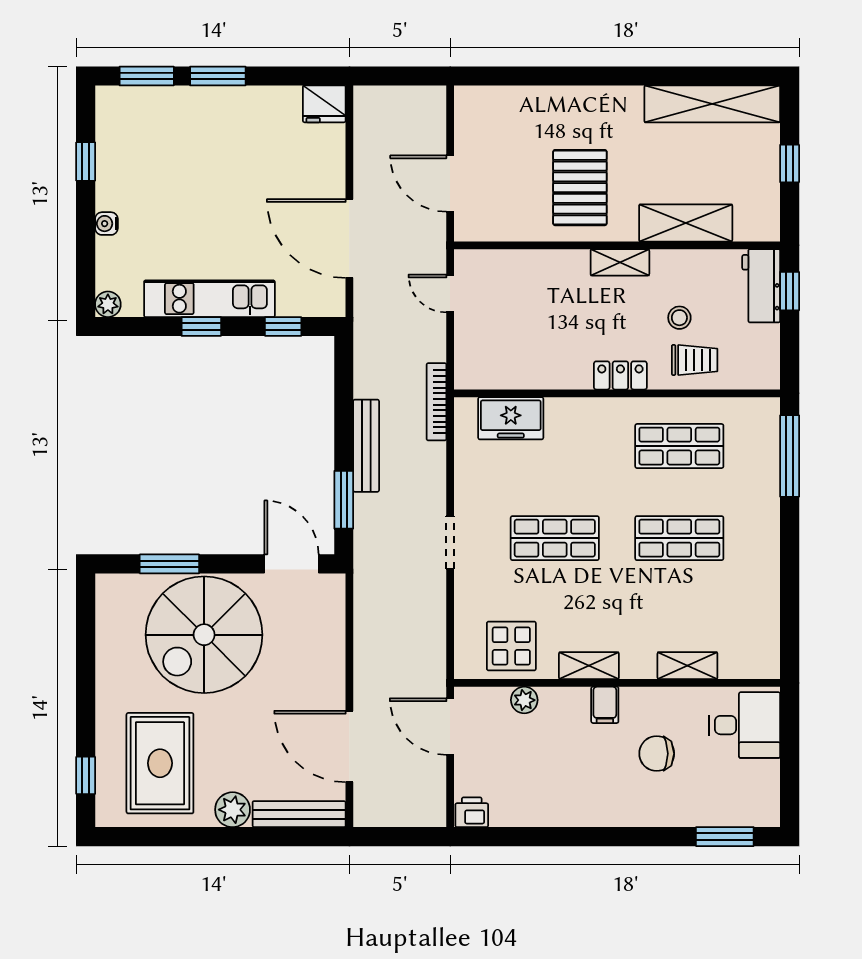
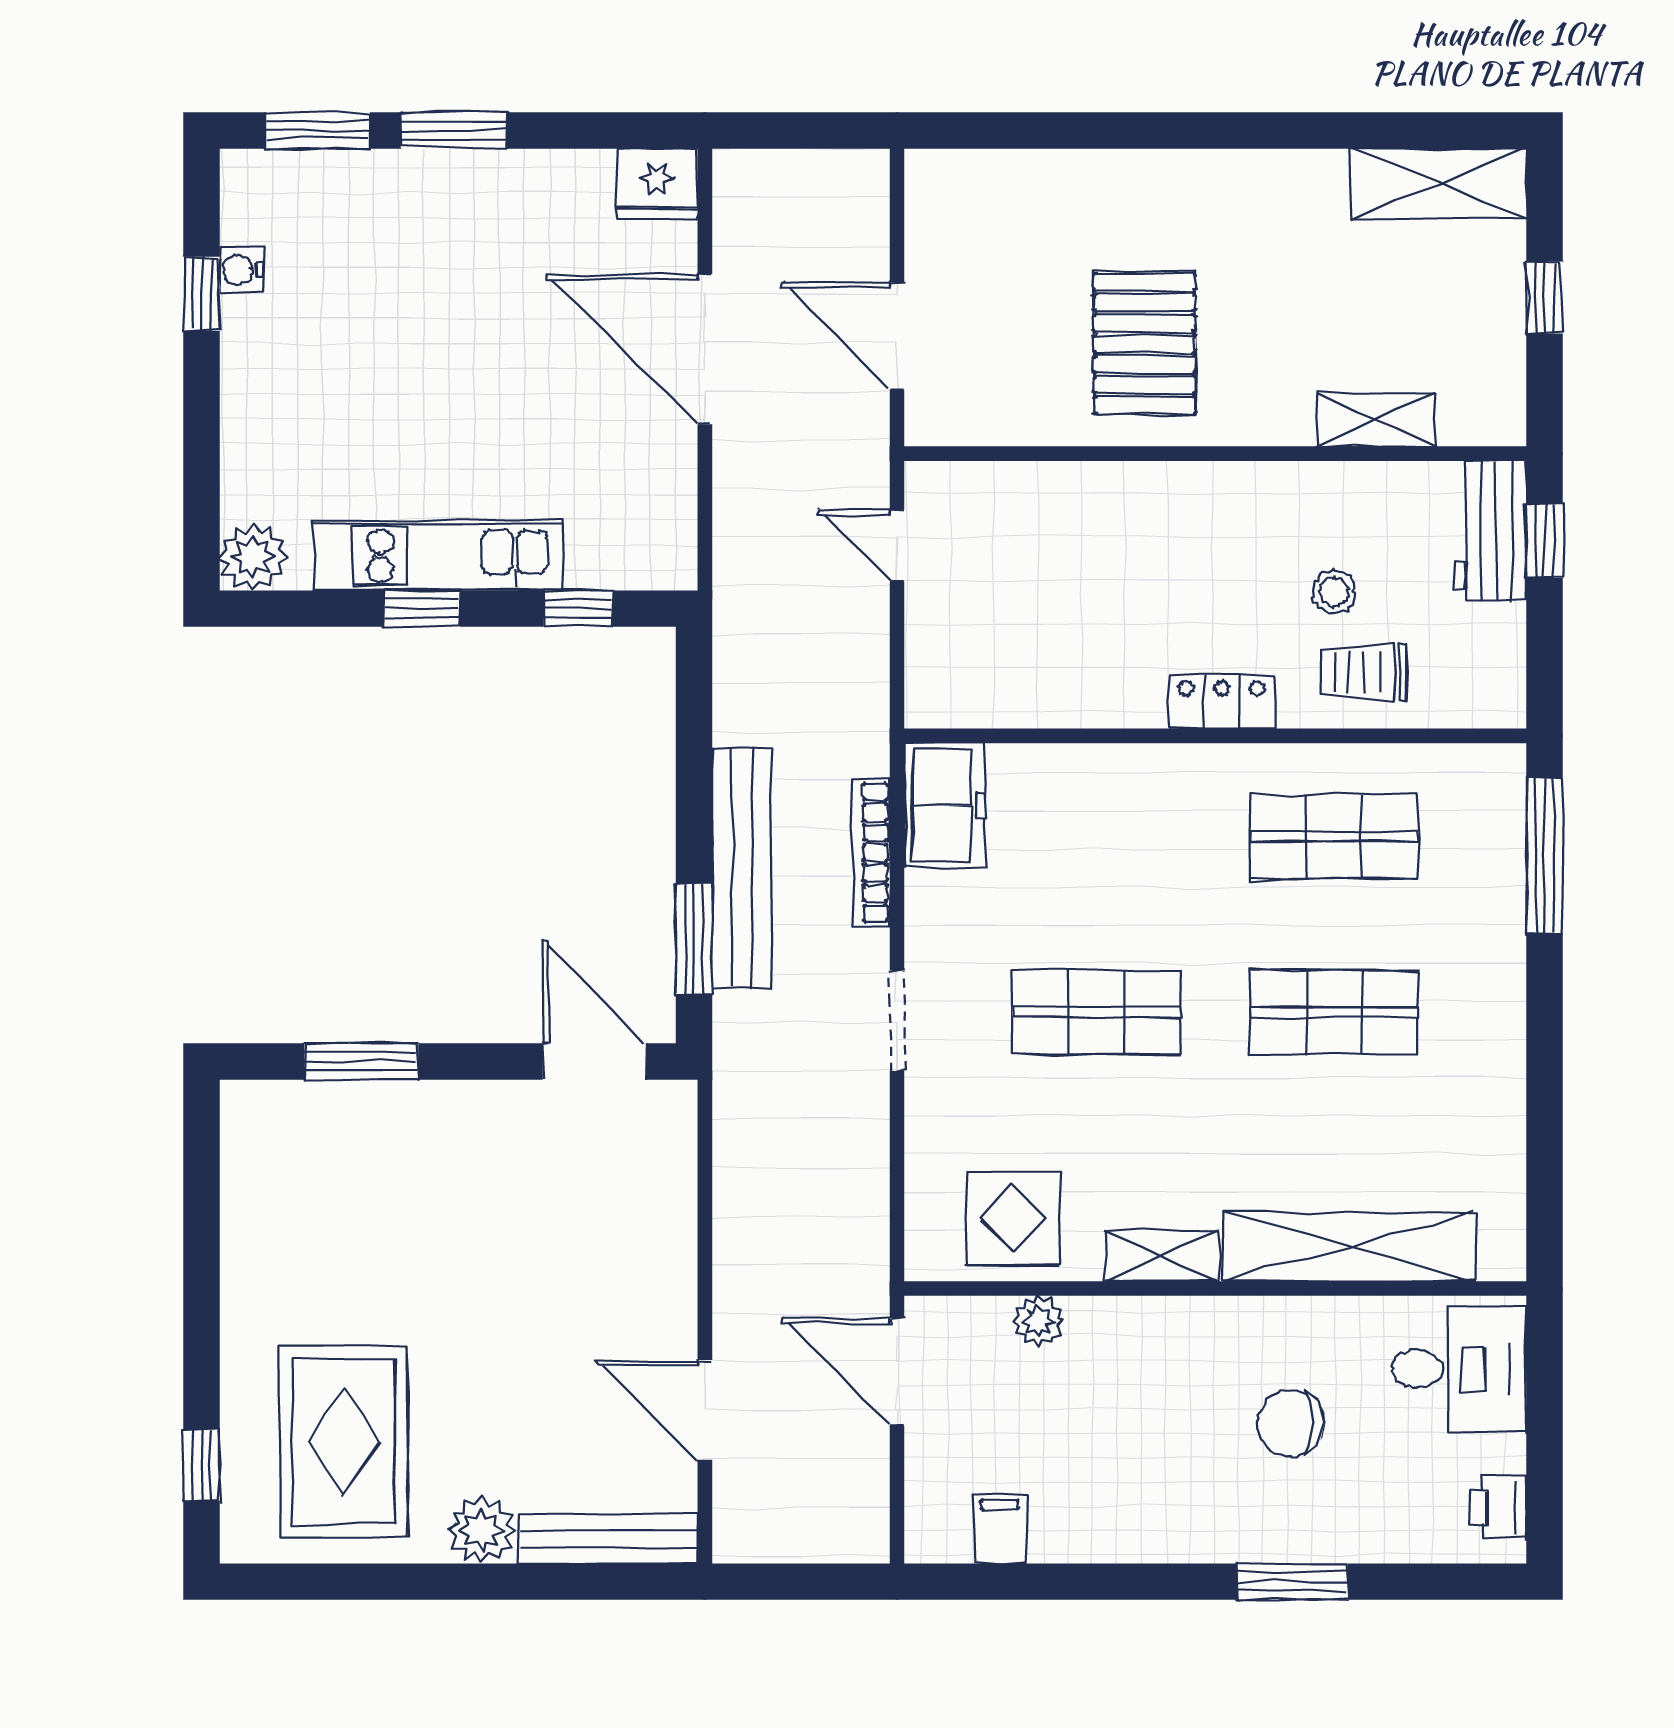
shelving: (712, 104) -> (1438, 184), width x0.68
shelving: (686, 223) -> (1376, 420), width x0.67, depth x0.75
water cooler: (106, 224) -> (241, 270), moved
door: (349, 239) -> (705, 349), moved
shelving: (620, 262) -> (1221, 486), removed
plant: (108, 304) -> (253, 557), width x1.38, depth x1.38
trolley: (695, 360) -> (1363, 672), turned 180
bookcase: (437, 402) -> (871, 853), moved
freezer: (511, 418) -> (945, 805), moved, turned -90
bench: (366, 446) -> (742, 868), width x1.37, depth x1.21
spiral stairs: (204, 635) -> (427, 1197), removed
shelving: (687, 666) -> (1350, 1247), width x2.20, depth x1.33
filing cabinet: (605, 705) -> (1000, 1529), moved, turned 180
door: (349, 747) -> (705, 1410), width x0.73
printer: (472, 812) -> (1498, 1507), moved, turned -90
window: (725, 837) -> (1293, 1582), moved

